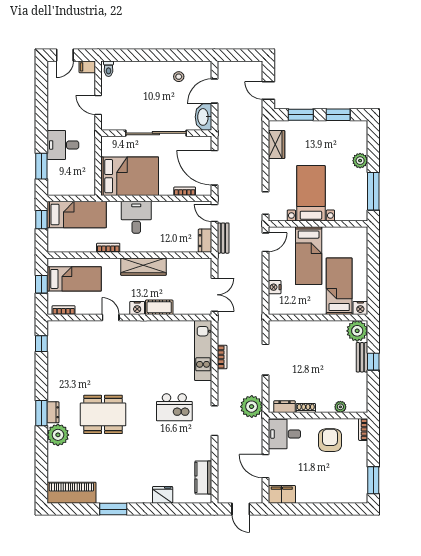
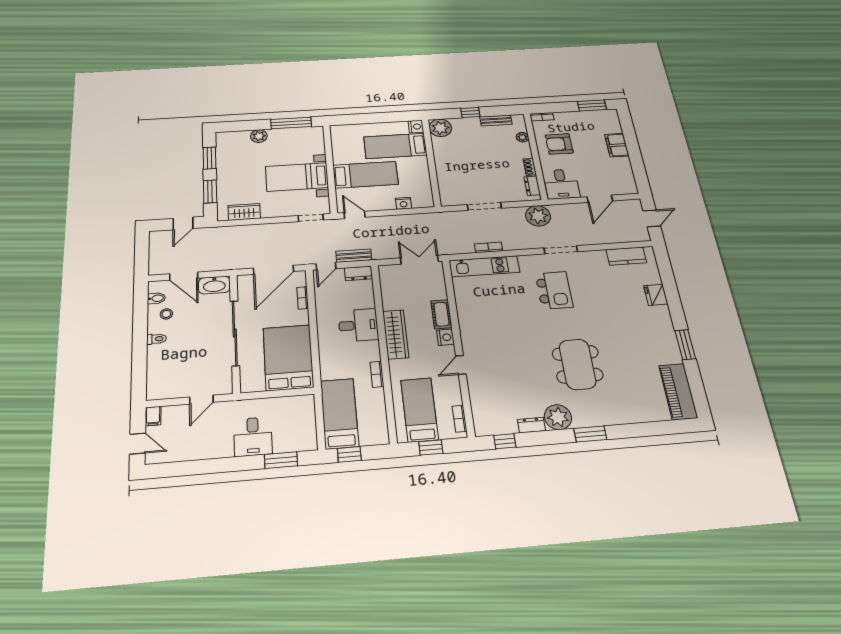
bidet: (194, 68) -> (156, 298), added
toilet: (109, 69) -> (156, 339), moved
desk: (136, 217) -> (358, 325), moved, turned 180
bench: (362, 357) -> (496, 120), moved
dresser: (53, 412) -> (531, 425), moved
plant: (58, 435) -> (558, 417), moved
filing cabinet: (282, 494) -> (617, 145), moved

